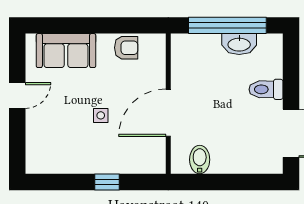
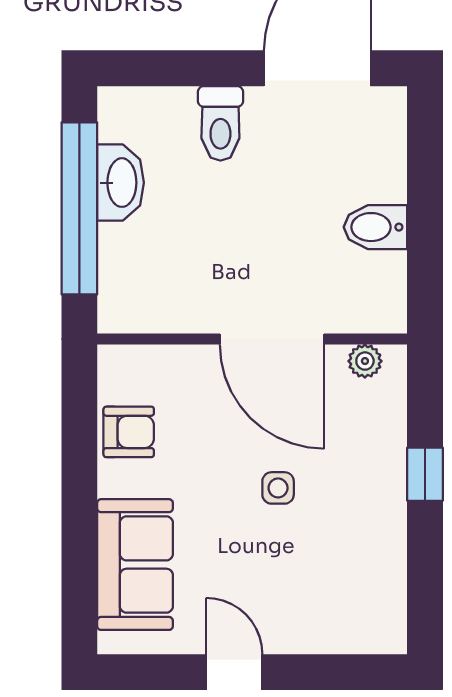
armchair: (126, 48) -> (129, 432), turned 90
plant: (158, 155) -> (365, 361), added
bidet: (200, 160) -> (375, 227), moved

